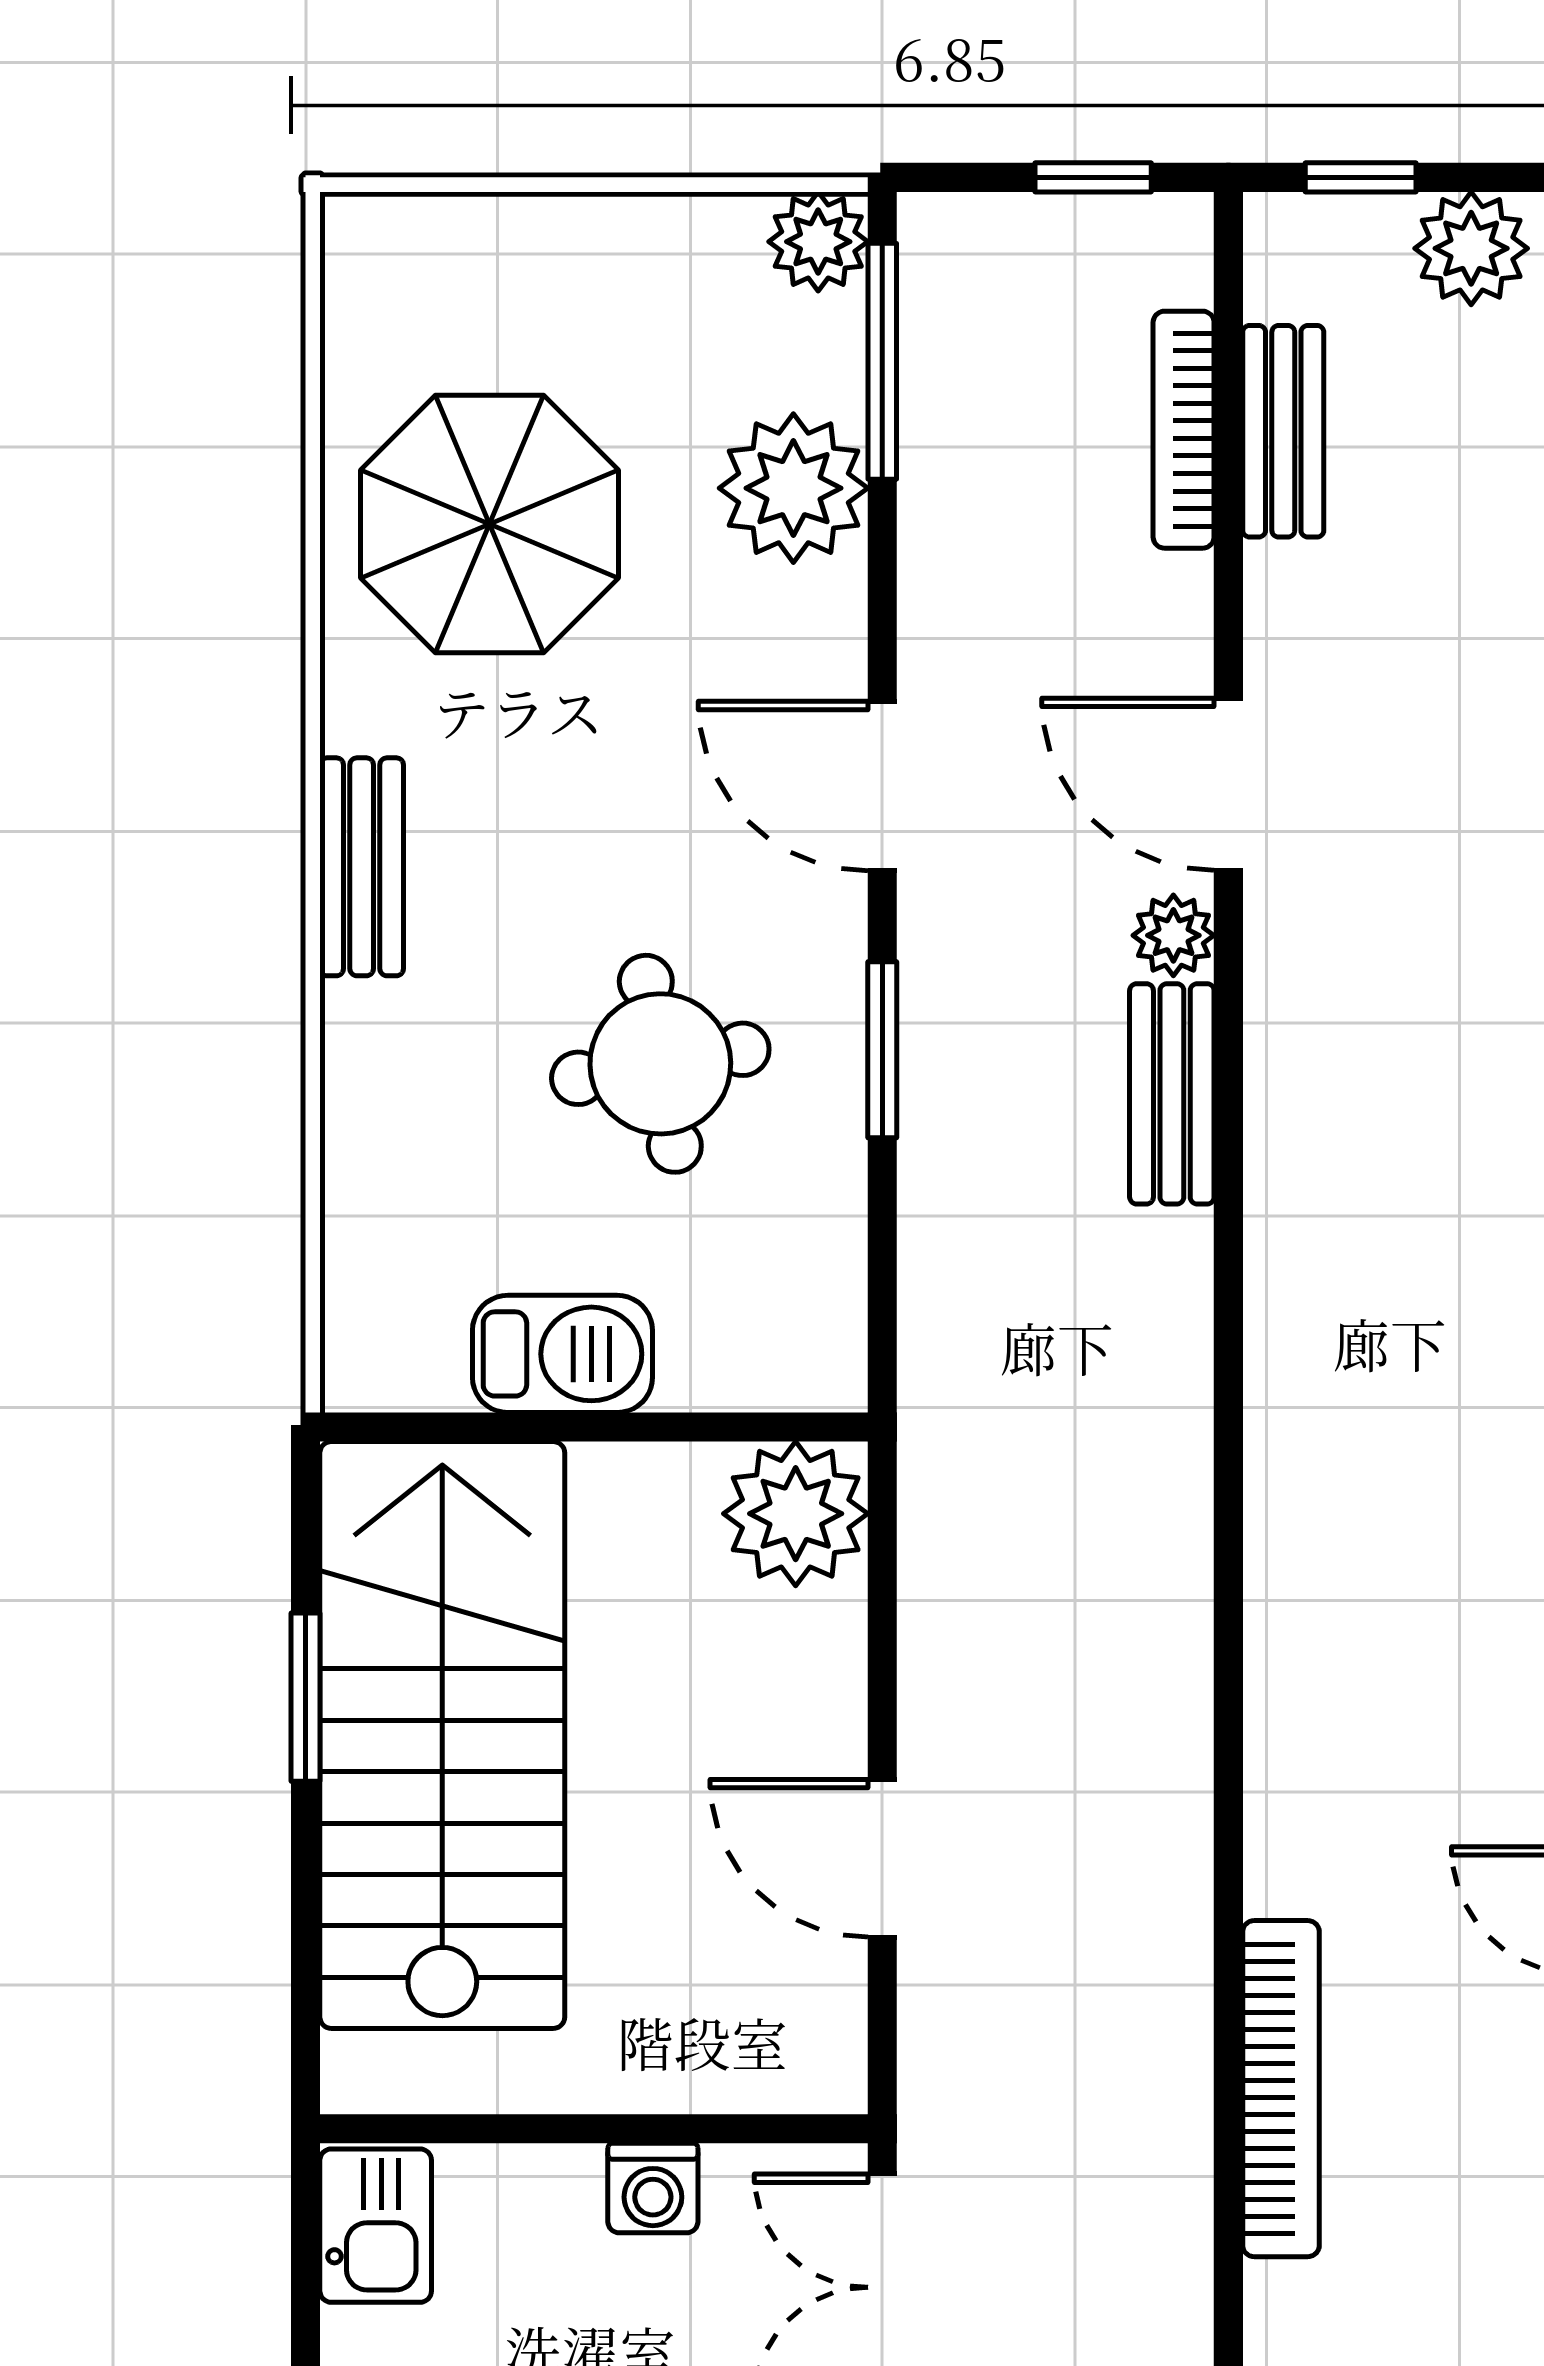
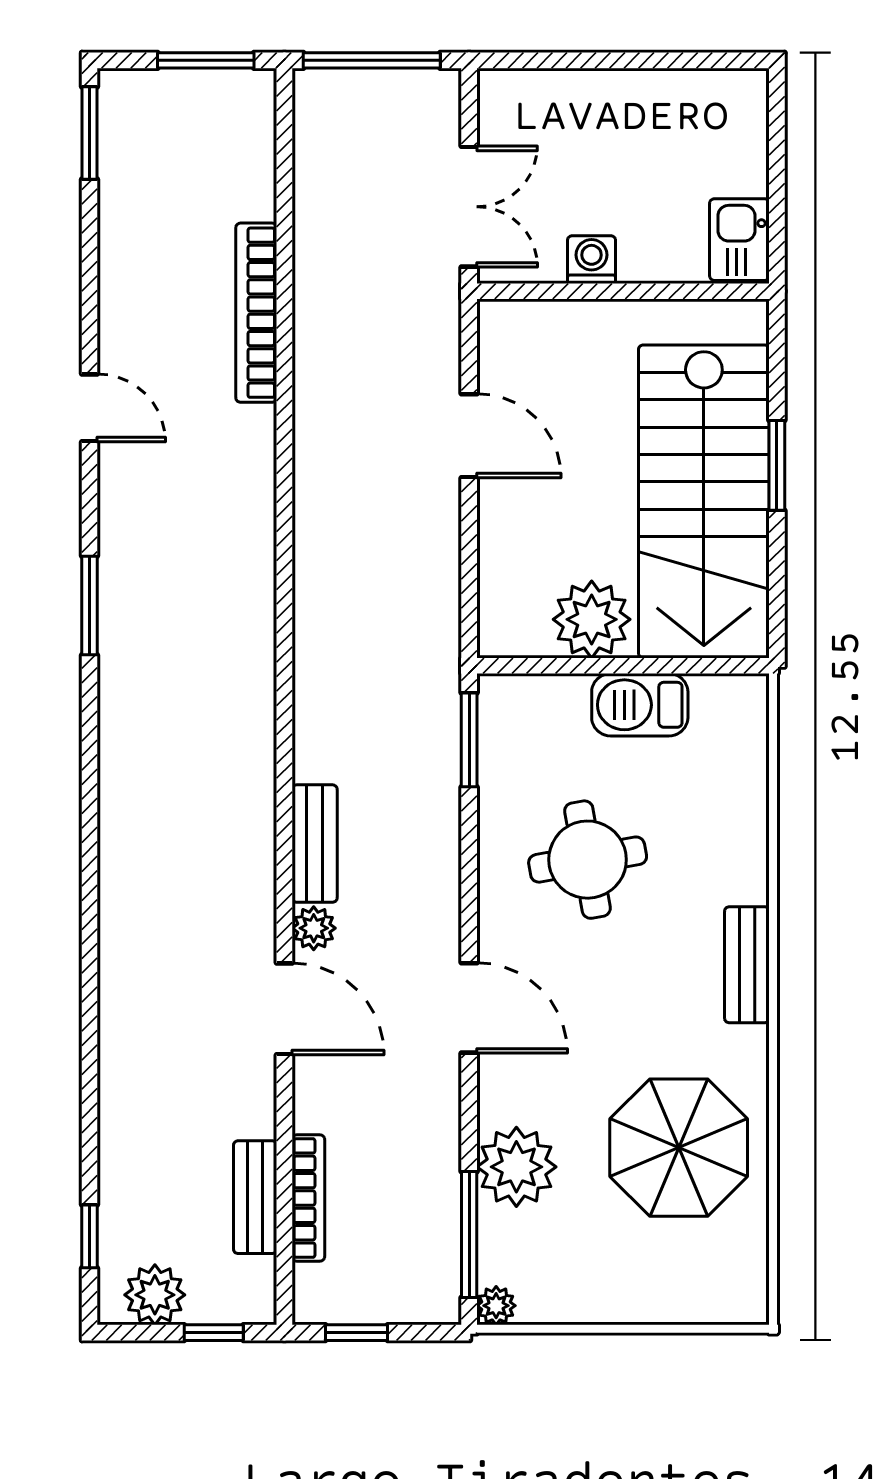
plant: (818, 242) -> (496, 1306), width x0.73, depth x0.73
window: (882, 1050) -> (469, 740), moved
plant: (796, 1514) -> (592, 619), moved
window: (306, 1697) -> (777, 465), moved

